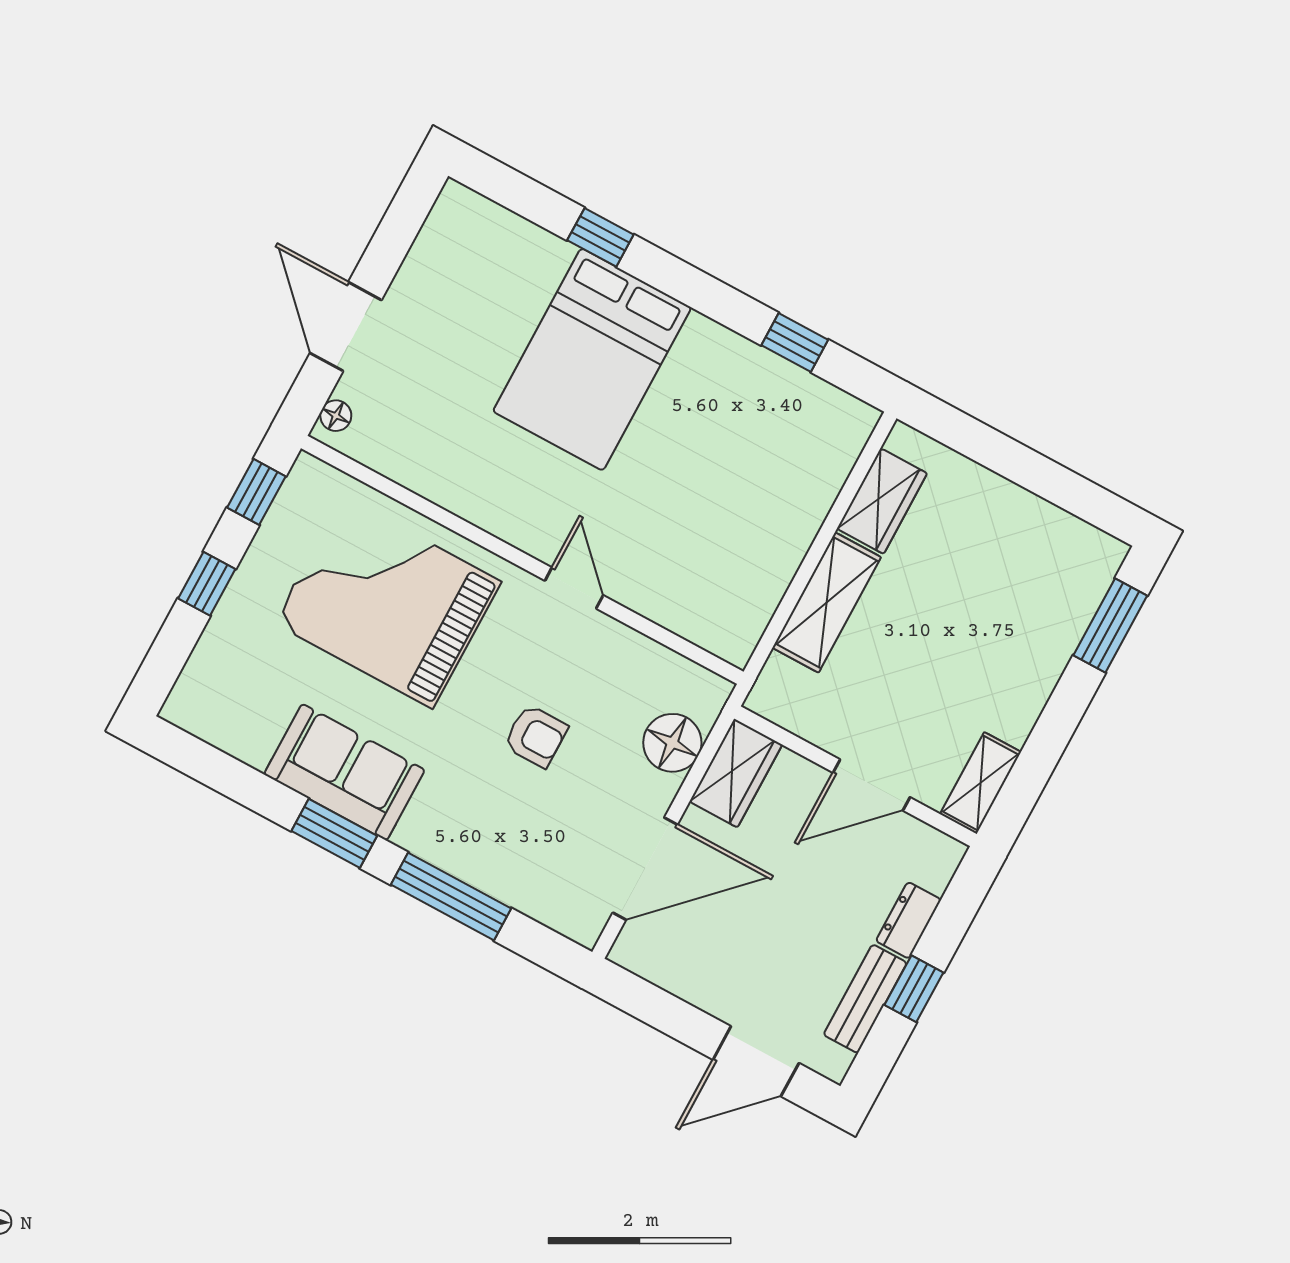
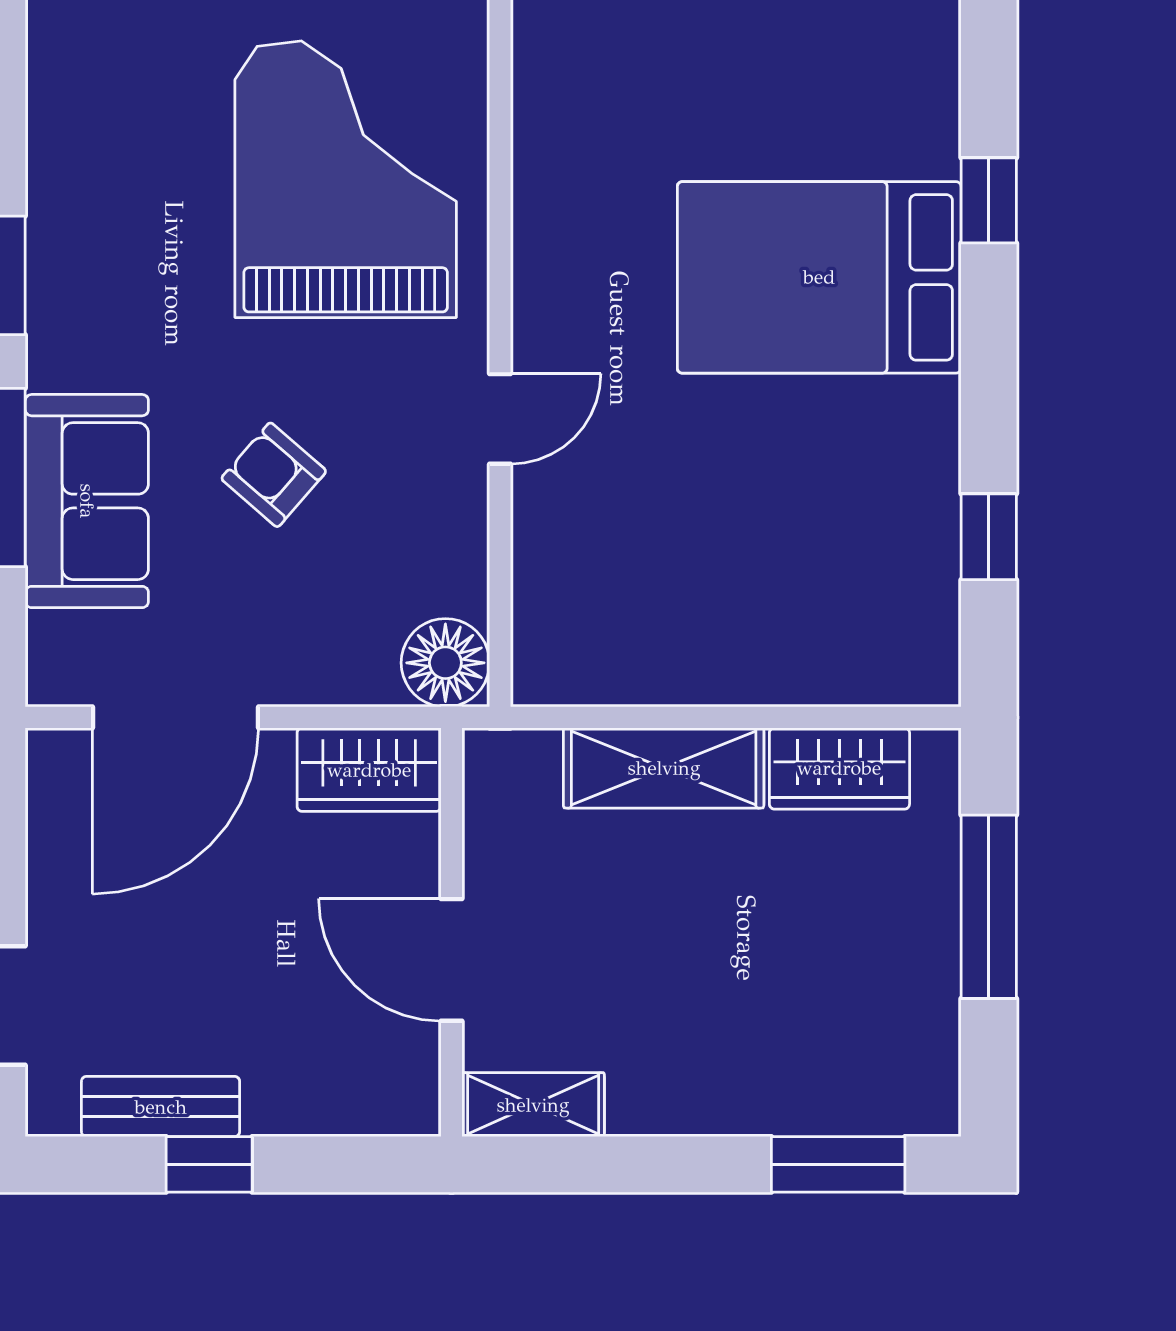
window: (1008, 458) -> (989, 907), added
armchair: (536, 736) -> (274, 475), turned 131
floor lamp: (672, 743) -> (445, 663), moved
sofa: (344, 772) -> (87, 501), moved
door: (645, 869) -> (175, 717), hinge flipped
dresser: (908, 920) -> (297, 1108), removed

